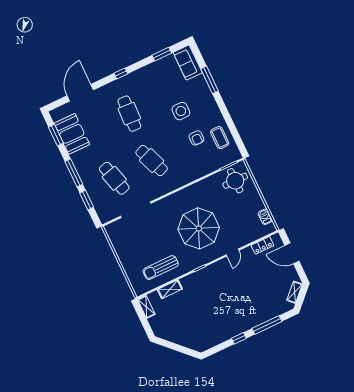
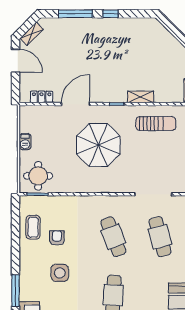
barbecue: (265, 217) -> (25, 142), moved
door: (233, 253) -> (75, 104), width x1.87
door: (292, 253) -> (16, 61), moved
shelving: (170, 289) -> (141, 97), moved

